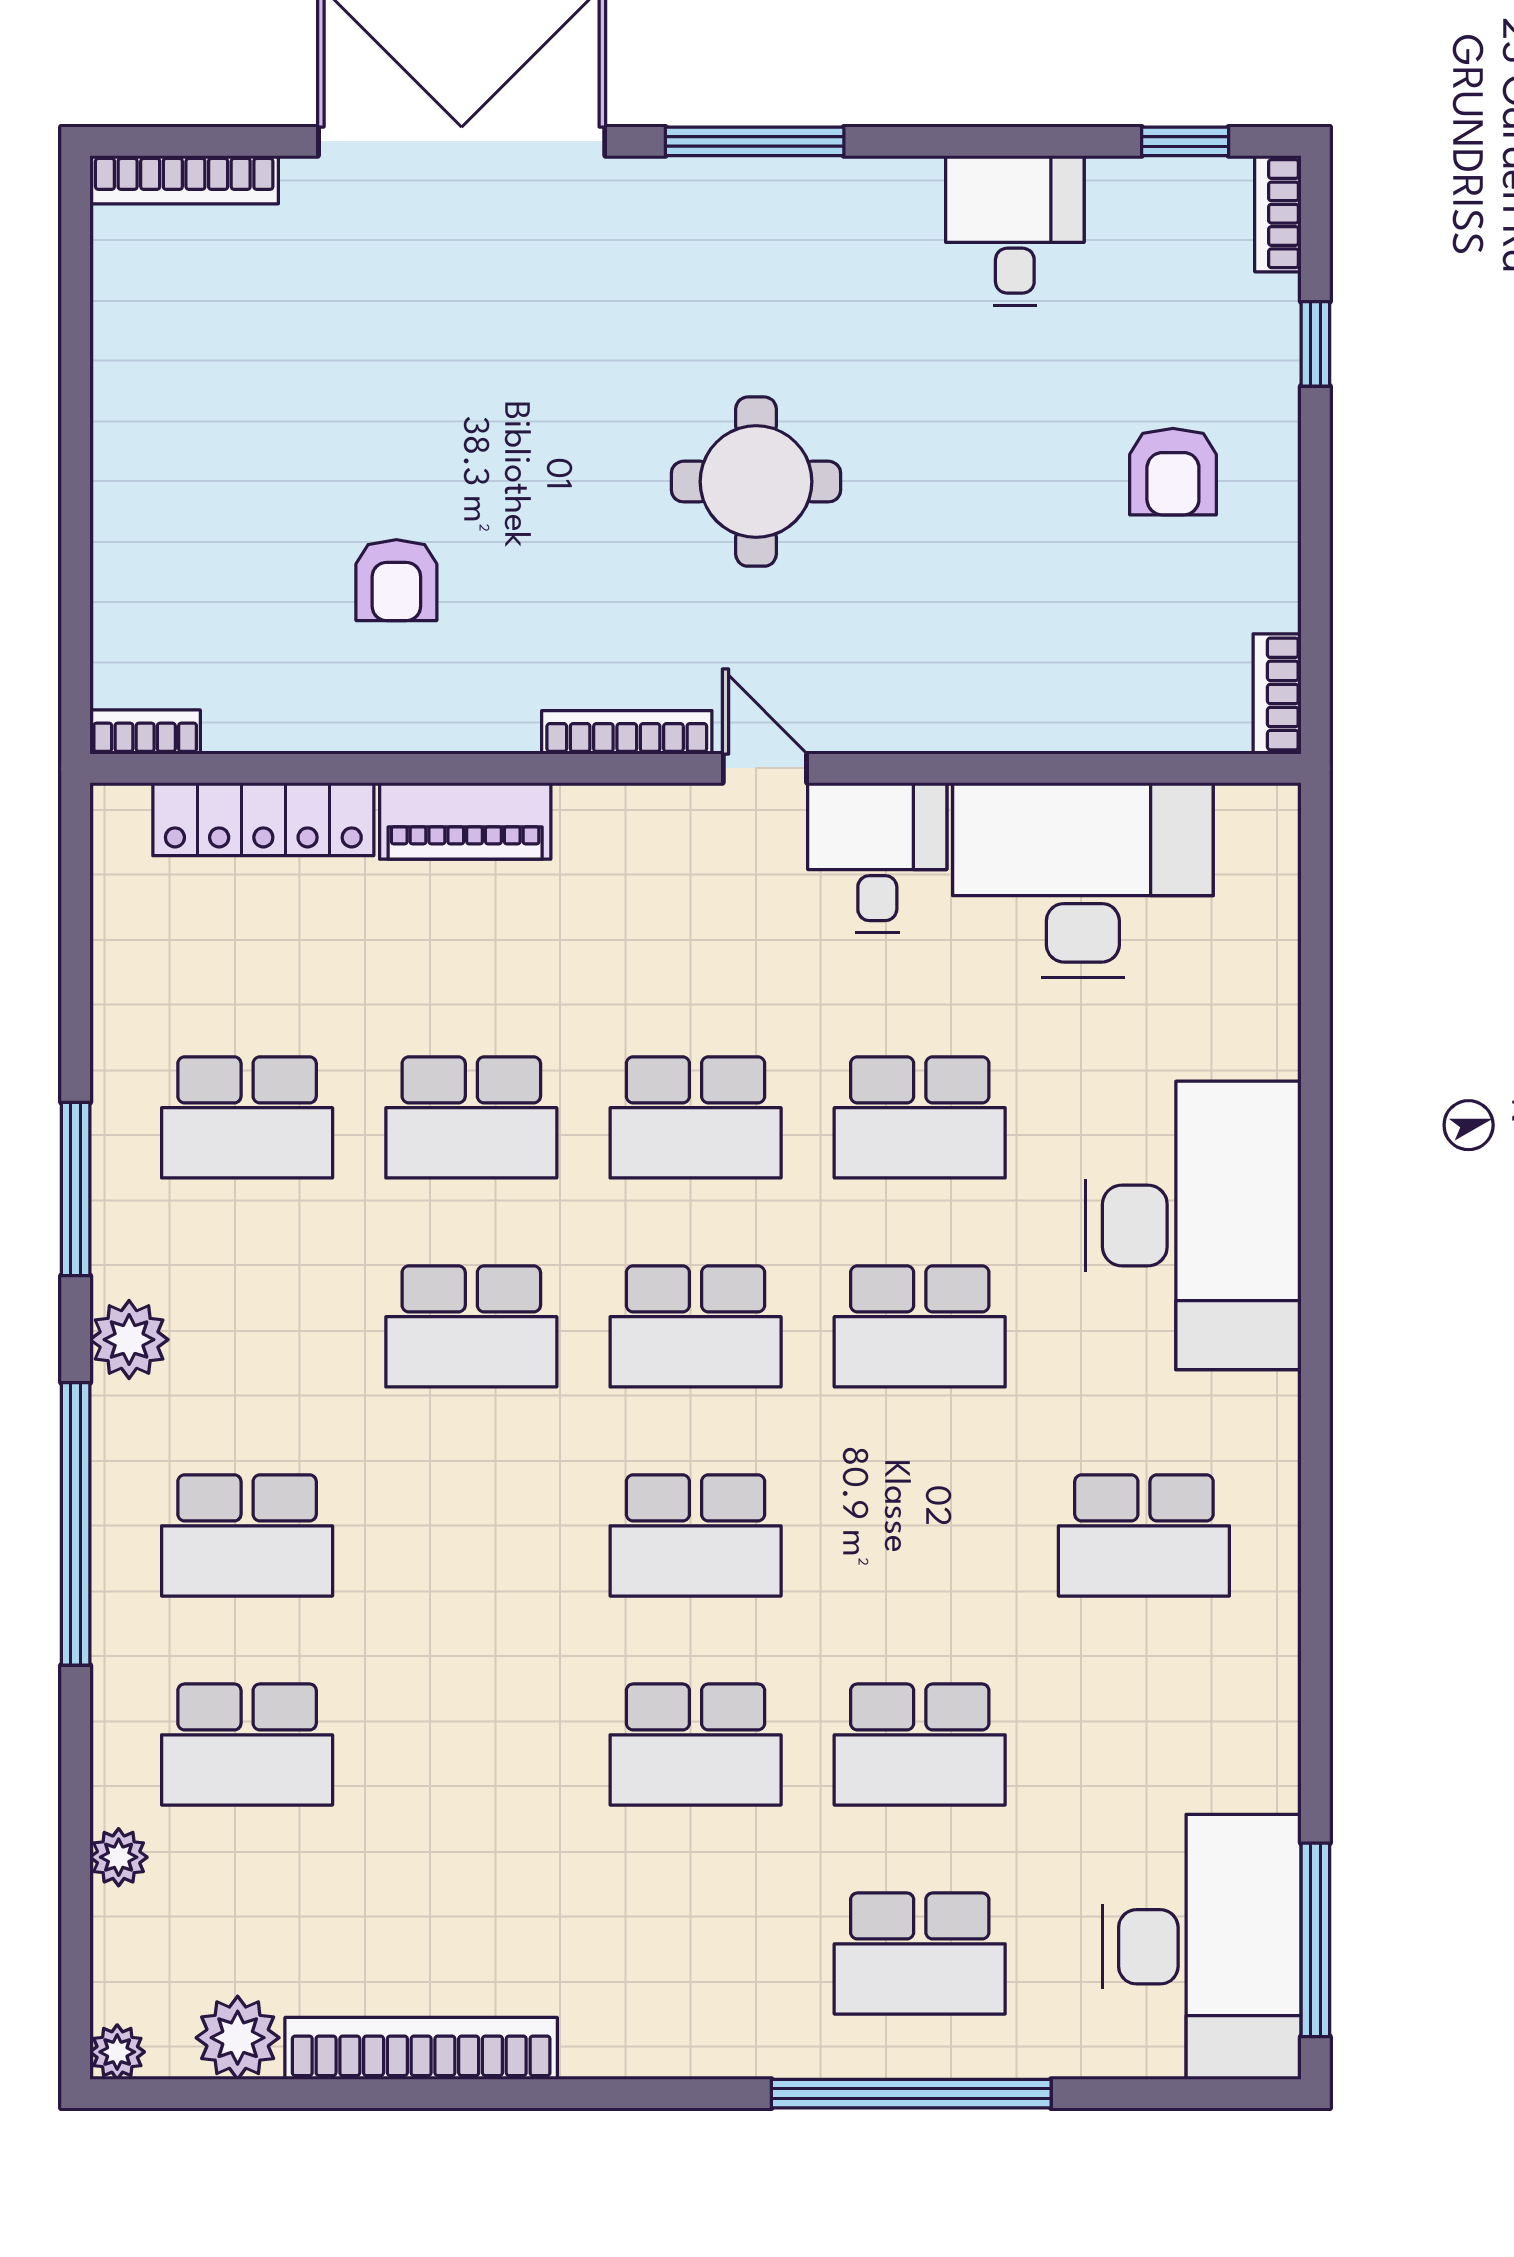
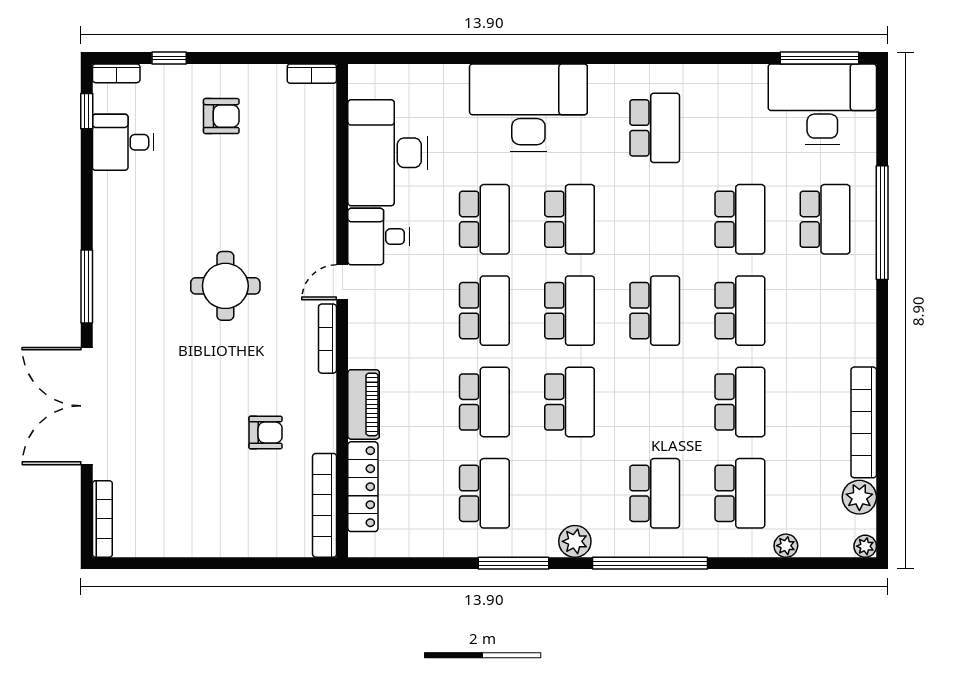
desk: (1015, 230) -> (123, 142), moved
bookcase: (145, 732) -> (325, 505), width x2.31, depth x1.31
school desk: (471, 1744) -> (740, 402), added

